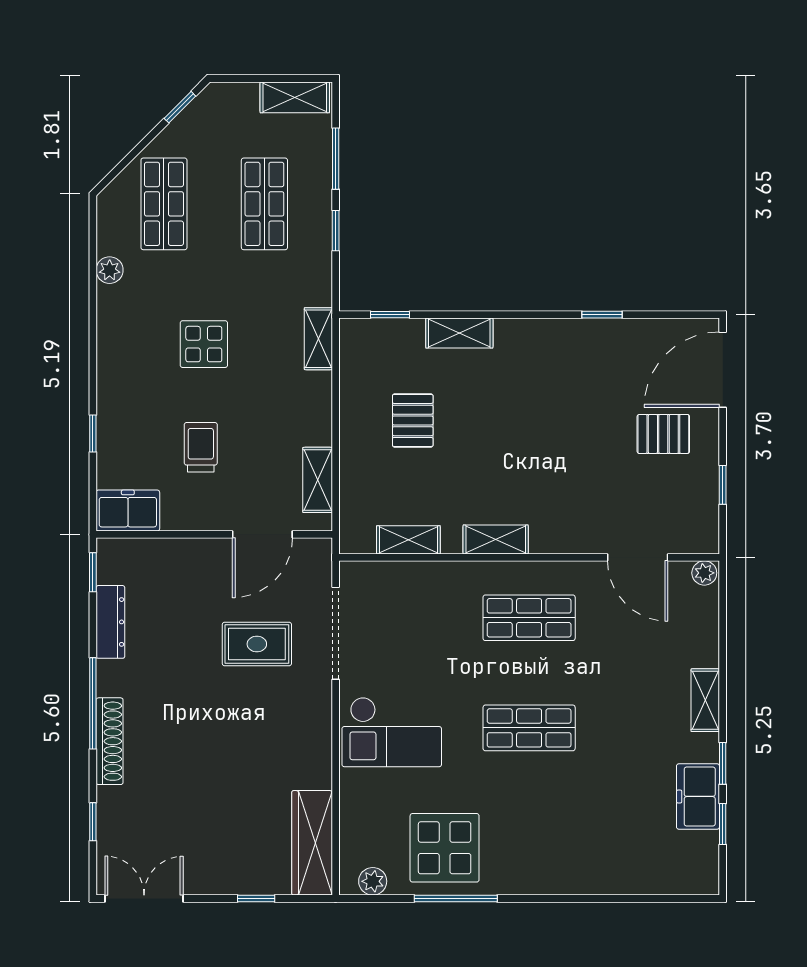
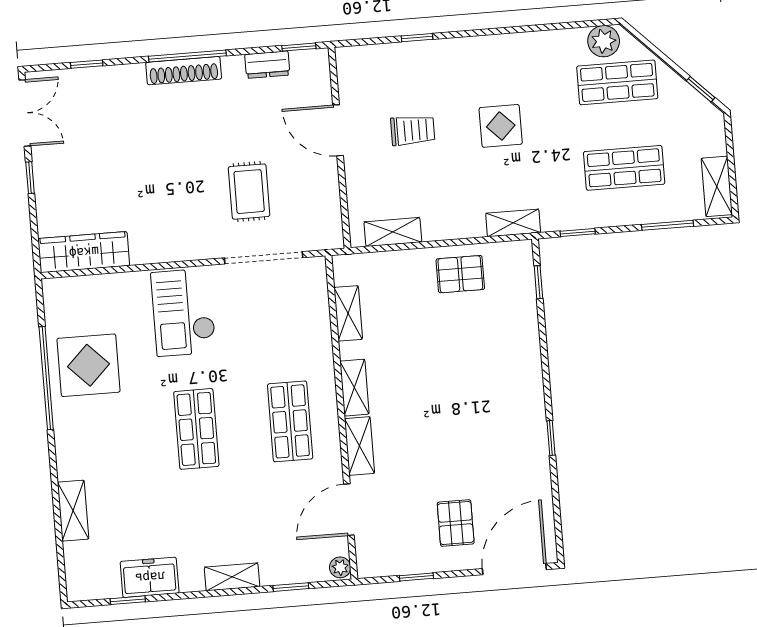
window: (336, 231) -> (578, 233), moved
plant: (110, 270) -> (604, 41), moved, width x1.38, depth x1.38
window: (602, 315) -> (551, 438), moved
shelving: (459, 333) -> (359, 446), moved
door: (723, 370) -> (514, 569), hinge flipped
pallet: (413, 420) -> (460, 274), moved
freezer: (128, 511) -> (354, 73), removed
door: (262, 534) -> (338, 130), moved
dresser: (110, 622) -> (267, 65), width x0.70
shoe rack: (110, 741) -> (184, 71), moved
window: (723, 763) -> (291, 587), moved
shelving: (613, 880) -> (73, 511), added
plant: (373, 881) -> (55, 306), removed
window: (256, 898) -> (30, 178), moved
window: (456, 898) -> (46, 378), width x1.46

